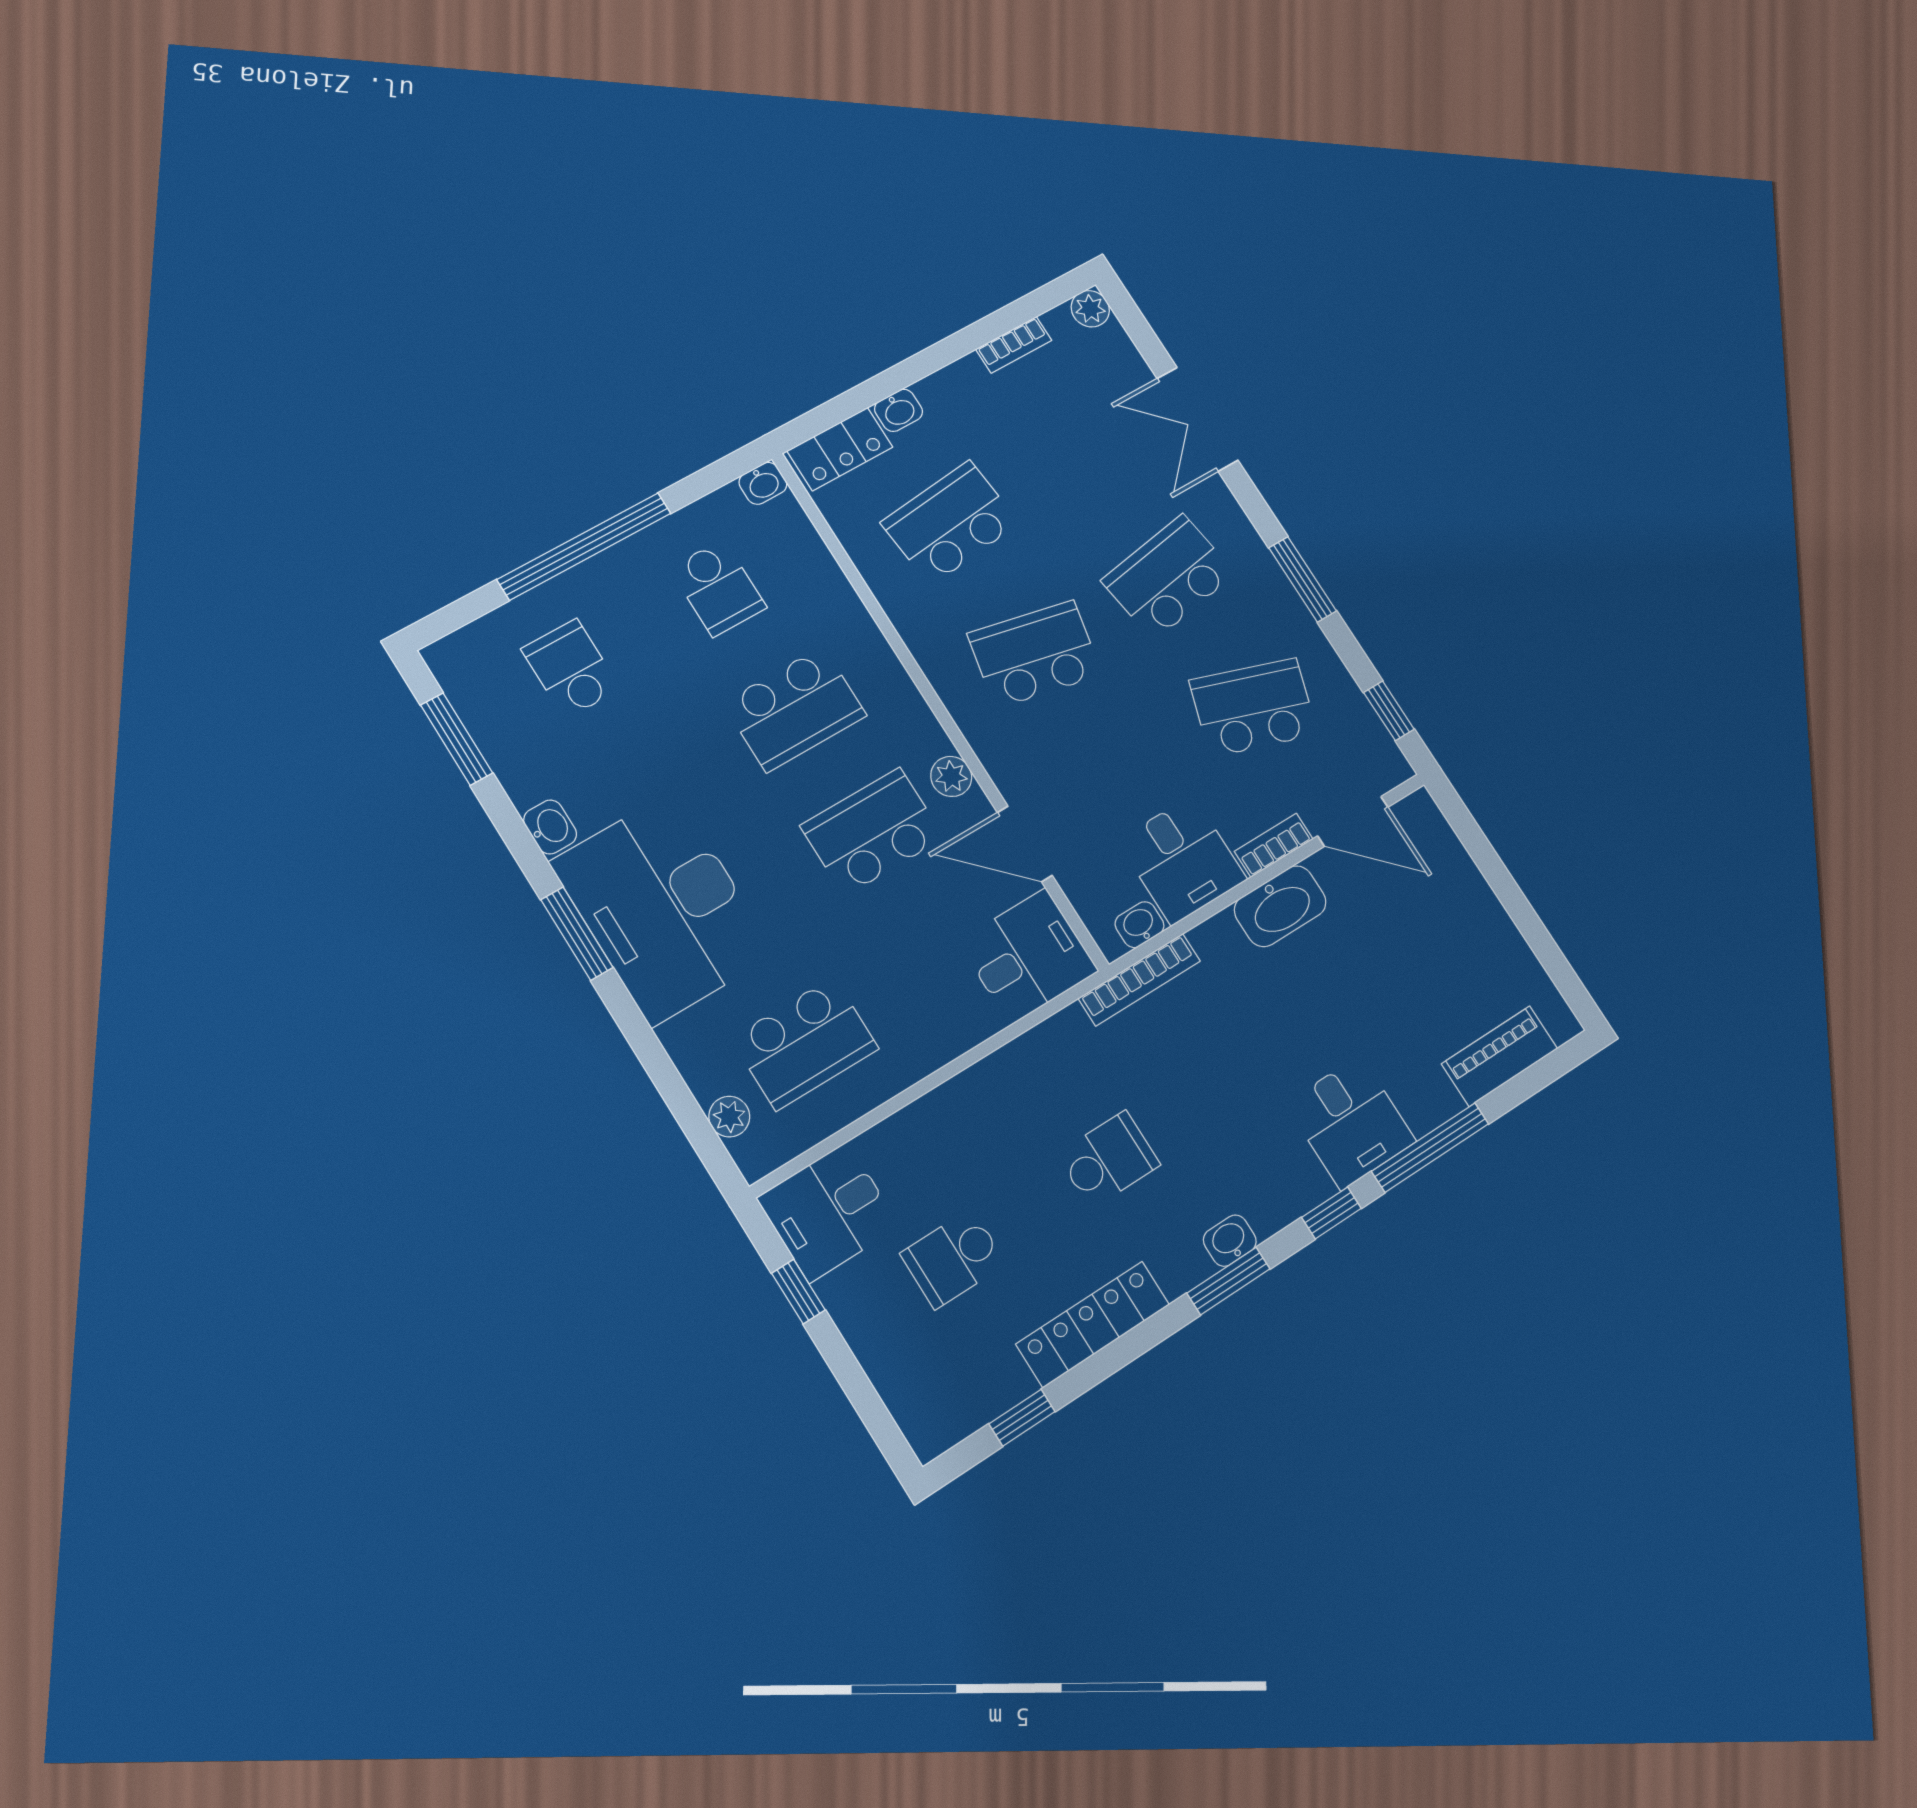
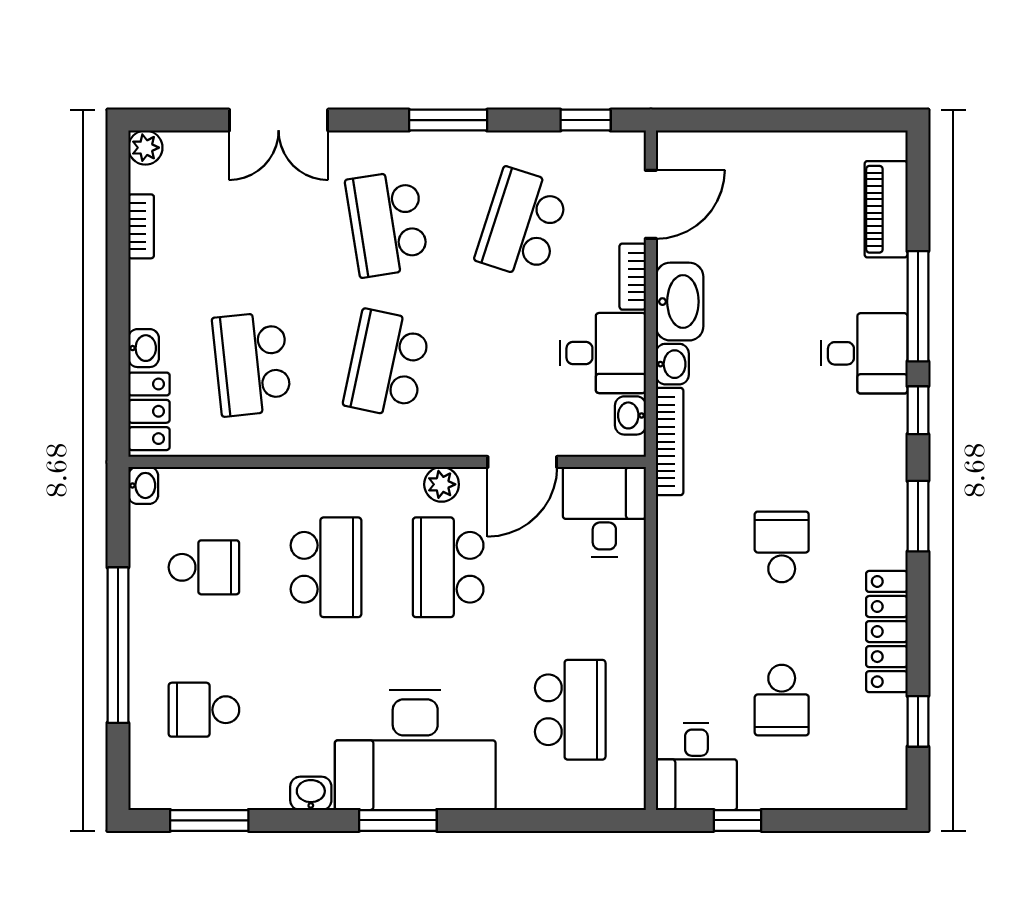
plant: (729, 1117) -> (589, 794), removed
washbasin: (1230, 1241) -> (672, 364), moved, turned 180

